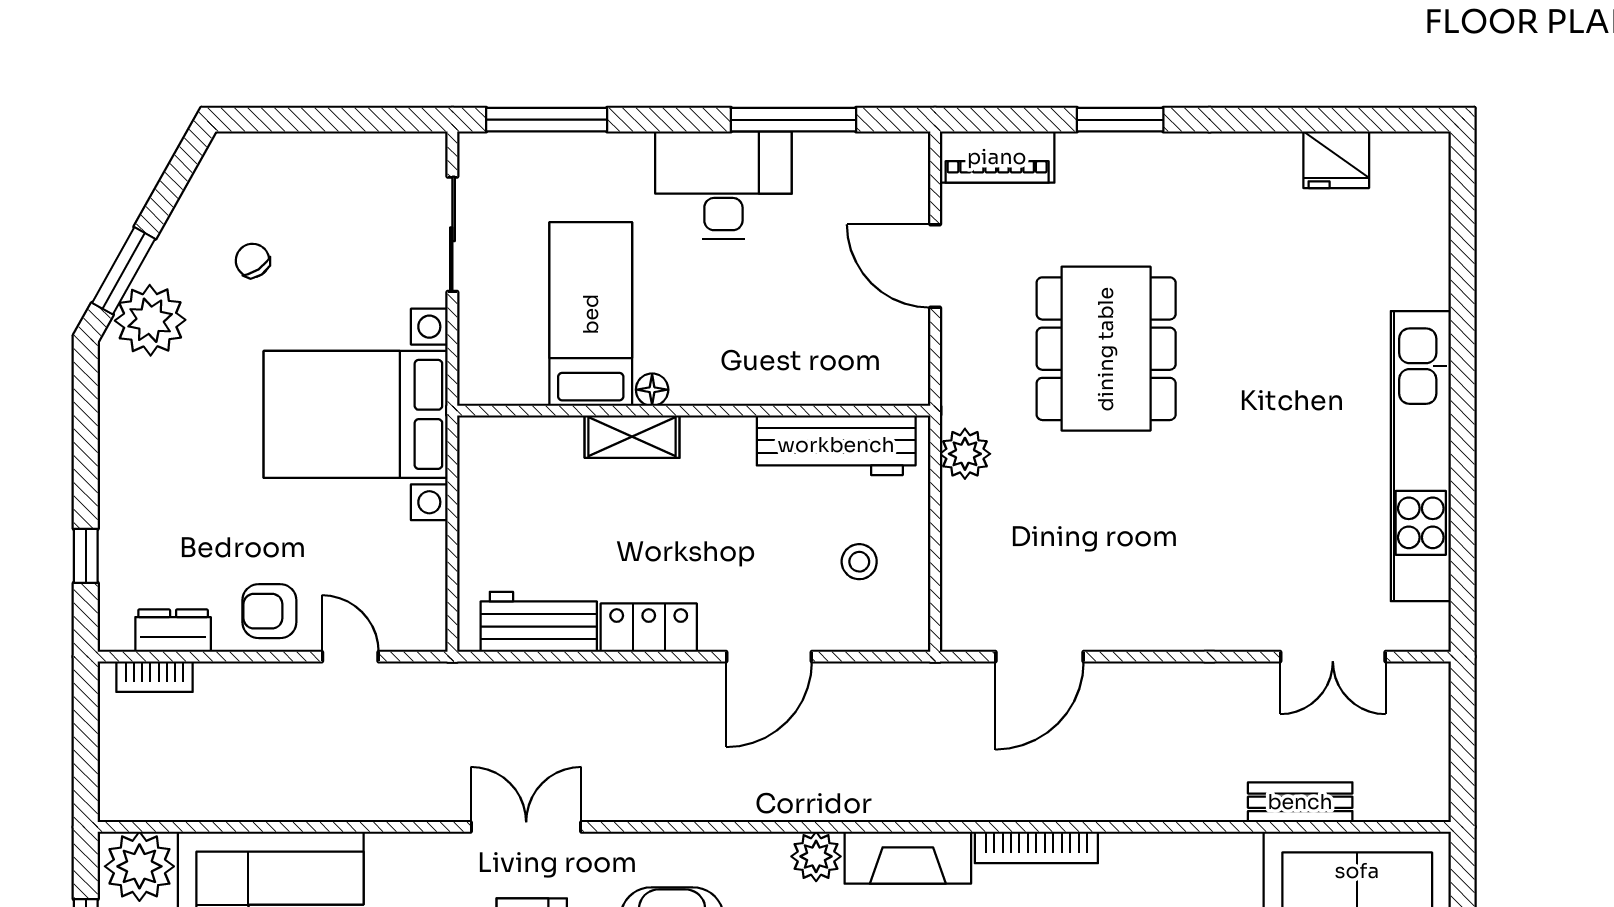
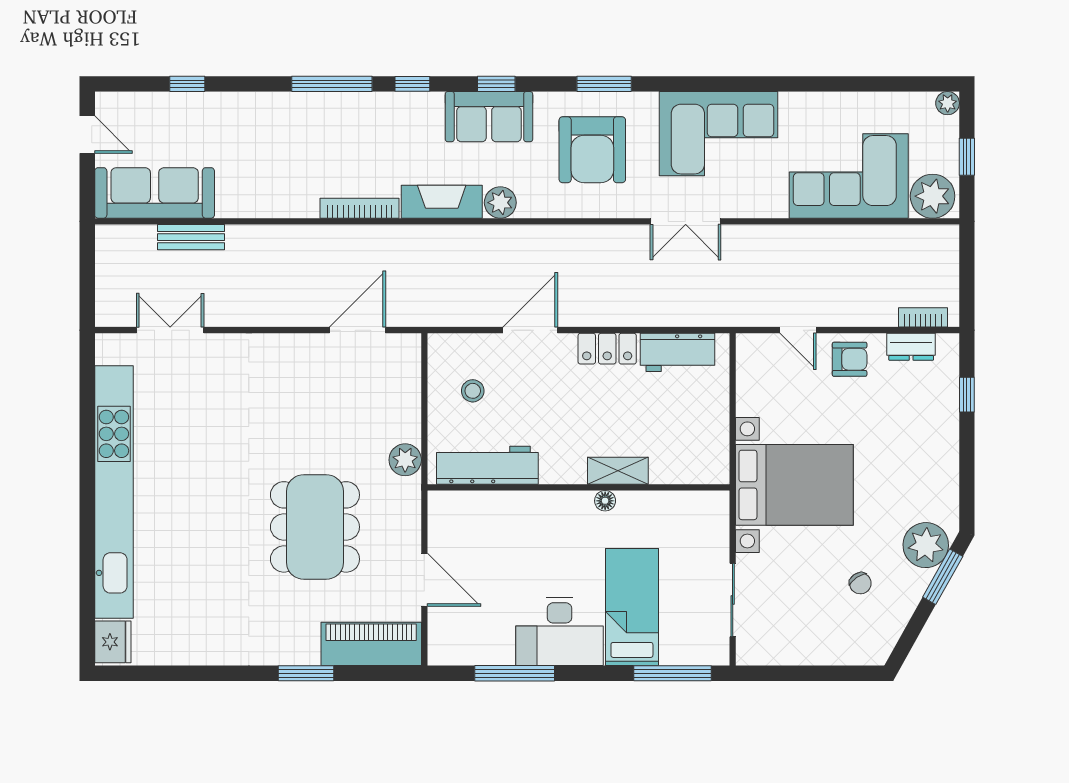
piano: (997, 157) -> (371, 644), width x1.37, depth x1.33
fridge: (1336, 160) -> (113, 642), moved, turned 90
bed: (591, 314) -> (632, 607), moved, turned 180
kitchen unit: (1421, 456) -> (114, 492), width x1.36

